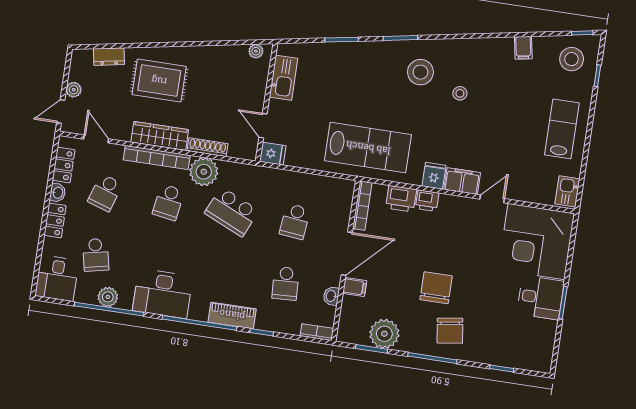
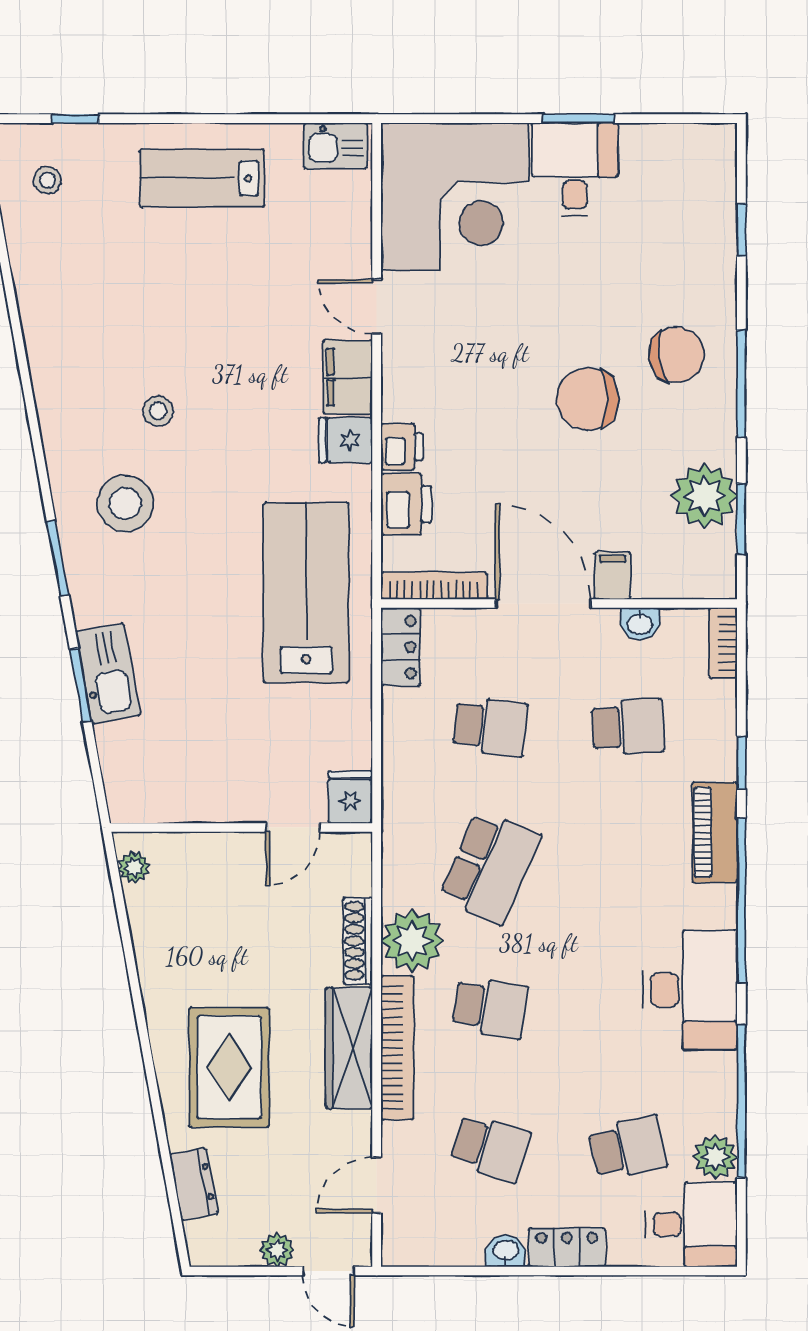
filing cabinet: (523, 48) -> (39, 288), removed
stool: (572, 59) -> (47, 180), width x0.53, depth x0.53
kitchen sink: (284, 78) -> (108, 673), moved, turned 80
locker: (64, 165) -> (401, 647), moved, turned 90
plant: (108, 297) -> (715, 1157), moved

